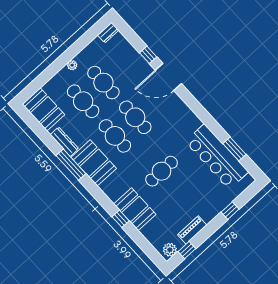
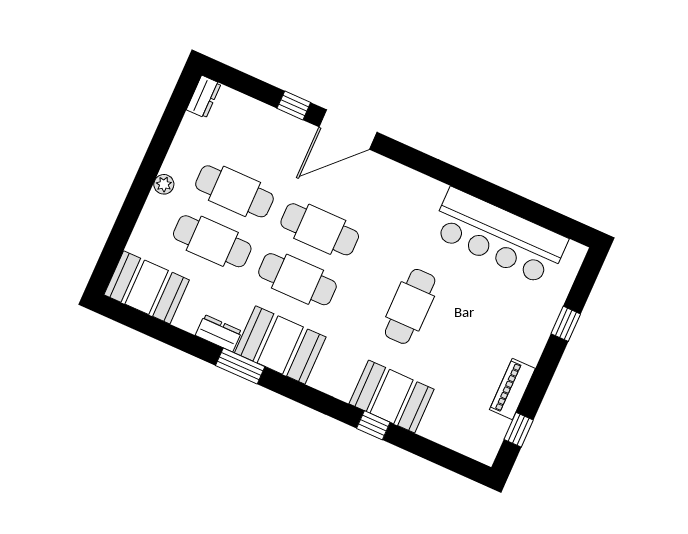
dresser: (64, 142) -> (219, 333), width x0.70
window: (234, 149) -> (525, 208), removed
window: (71, 165) -> (240, 366), width x0.69
plant: (170, 250) -> (487, 443), removed

